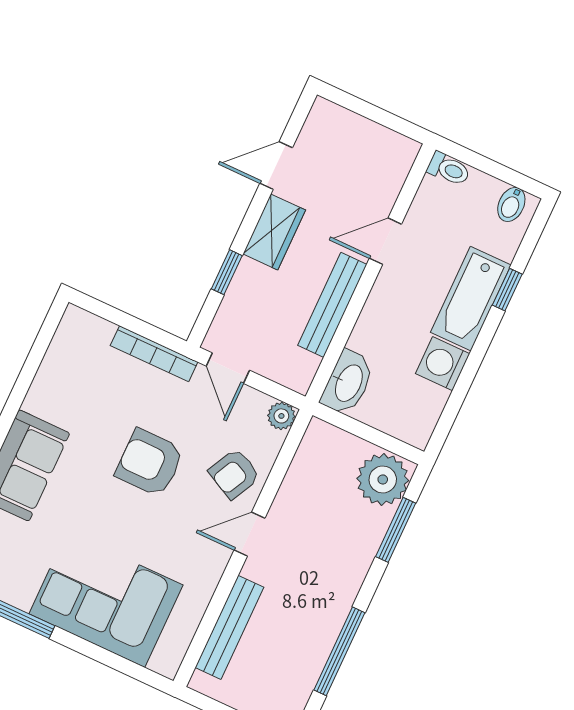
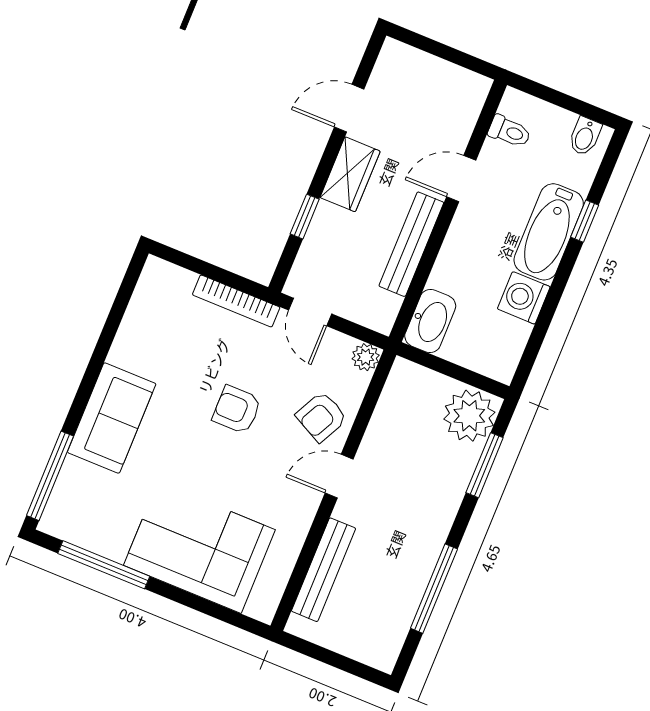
toilet: (449, 169) -> (509, 131), moved
armchair: (150, 463) -> (237, 410), width x0.72, depth x0.72

